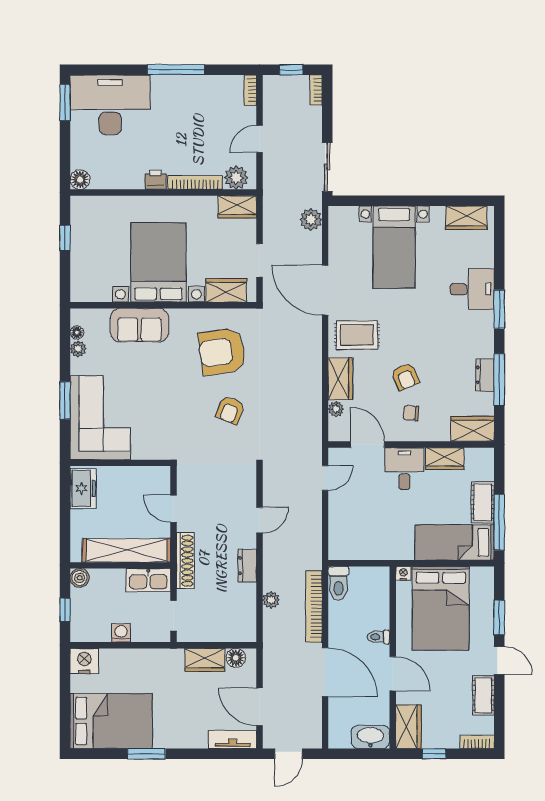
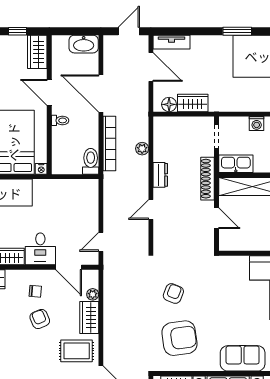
washbasin: (370, 737) -> (84, 44), moved

